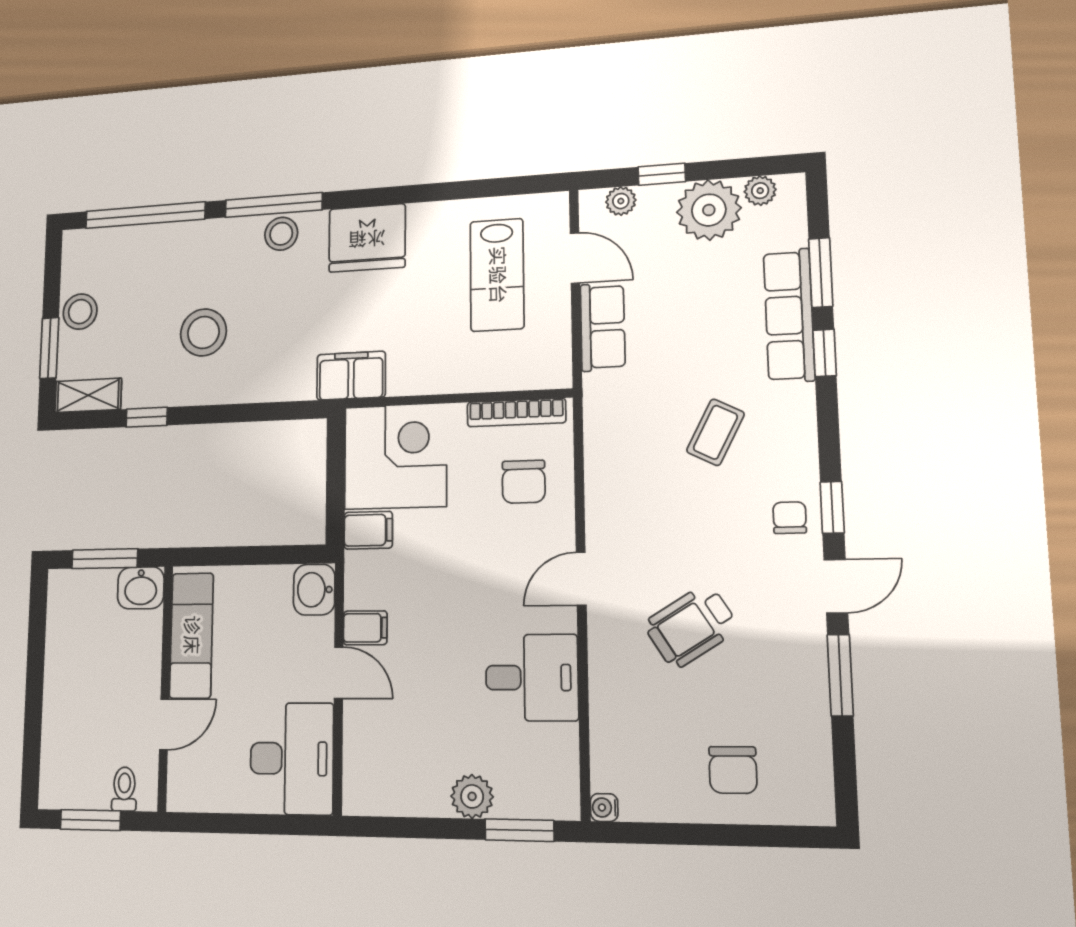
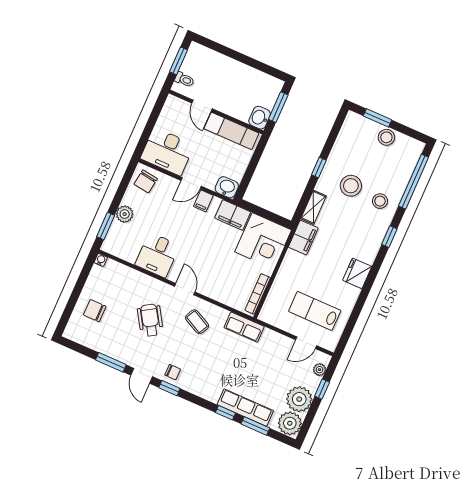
plant: (760, 191) -> (290, 423), width x1.88, depth x1.88
window: (274, 205) -> (389, 237), width x0.46
stool: (281, 234) -> (380, 201), moved
fridge: (367, 238) -> (357, 273), width x0.73, depth x0.75
row of seats: (603, 327) -> (244, 327), moved
shelving: (88, 395) -> (313, 207), moved
window: (147, 417) -> (319, 168), moved
coffee table: (715, 432) -> (197, 322), moved
chair: (524, 482) -> (146, 181), moved, turned -82
filing cabinet: (368, 530) -> (233, 215), width x2.00

